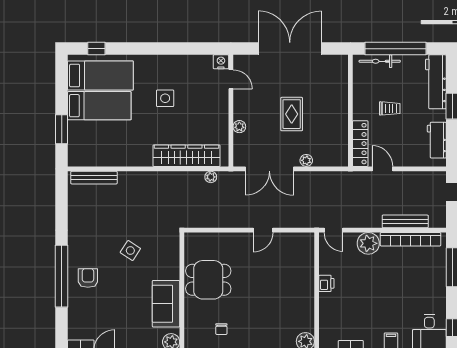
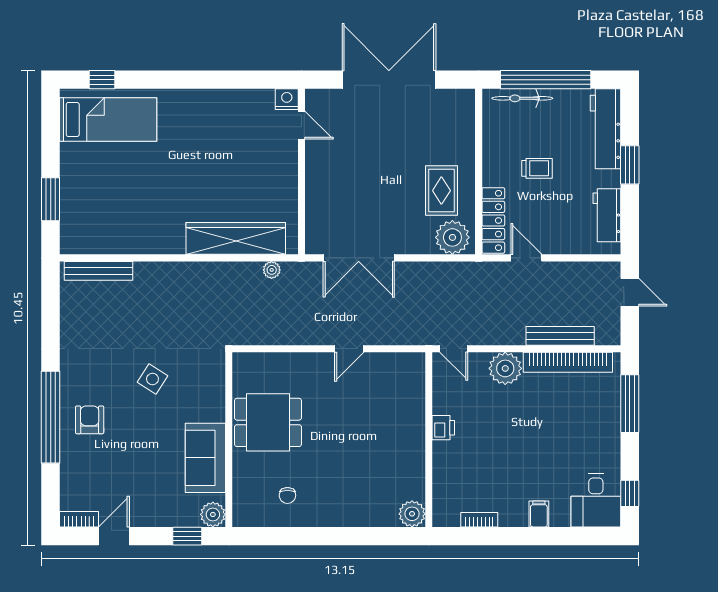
side table: (165, 98) -> (204, 153), removed
bed: (99, 106) -> (107, 164), removed
rug: (292, 114) -> (441, 191), moved
plant: (239, 127) -> (314, 195), removed
plant: (306, 160) -> (452, 237), moved, width x1.88, depth x1.88

